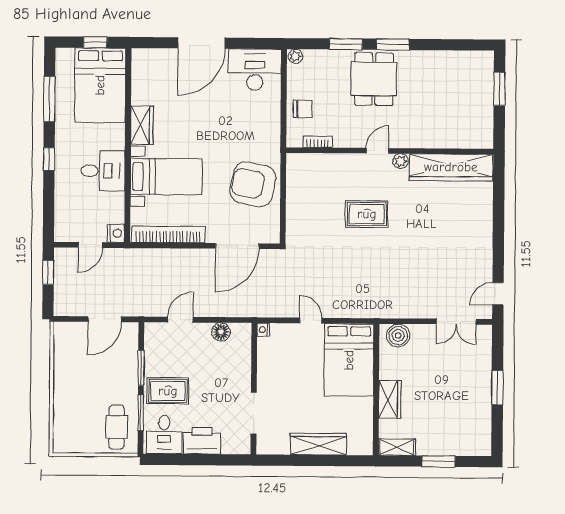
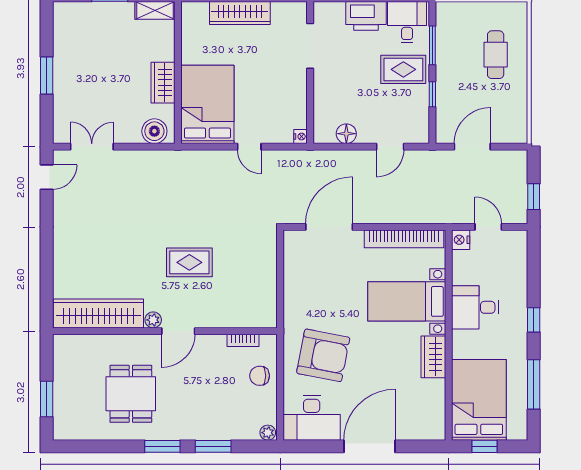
dining table: (374, 79) -> (131, 394), moved
door: (377, 151) -> (178, 331), width x1.38
armchair: (253, 184) -> (323, 355), moved
door: (90, 245) -> (488, 227), hinge flipped
window: (141, 368) -> (432, 94), width x0.67
wardrobe: (390, 399) -> (163, 83), moved
cafe table: (117, 427) -> (496, 55), moved

